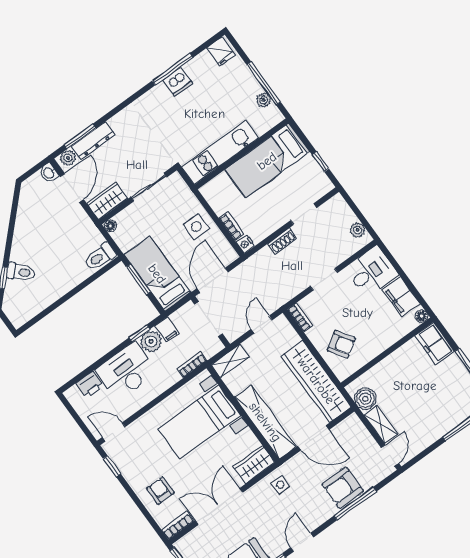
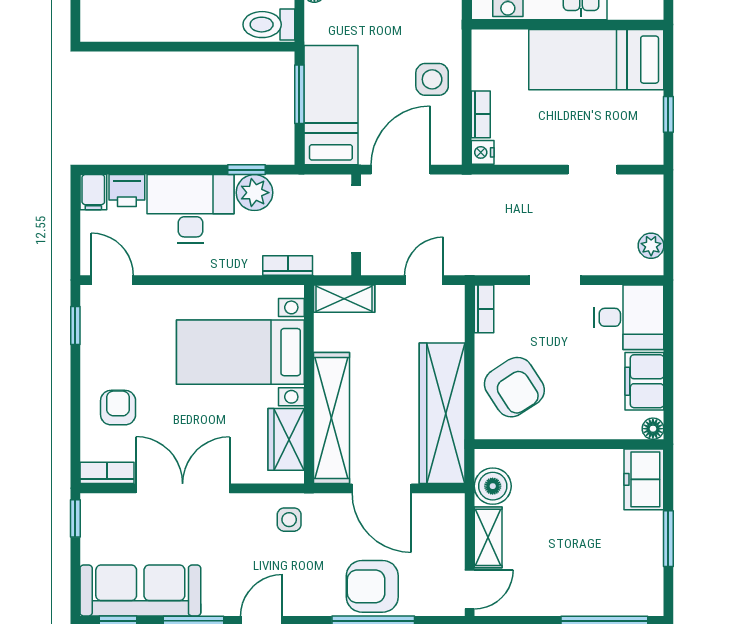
shoe rack: (282, 241) -> (536, 185), removed
filing cabinet: (167, 330) -> (93, 192), moved
armchair: (341, 344) -> (514, 387), width x1.38, depth x1.38
wardrobe: (254, 465) -> (286, 439), moved, turned -90

